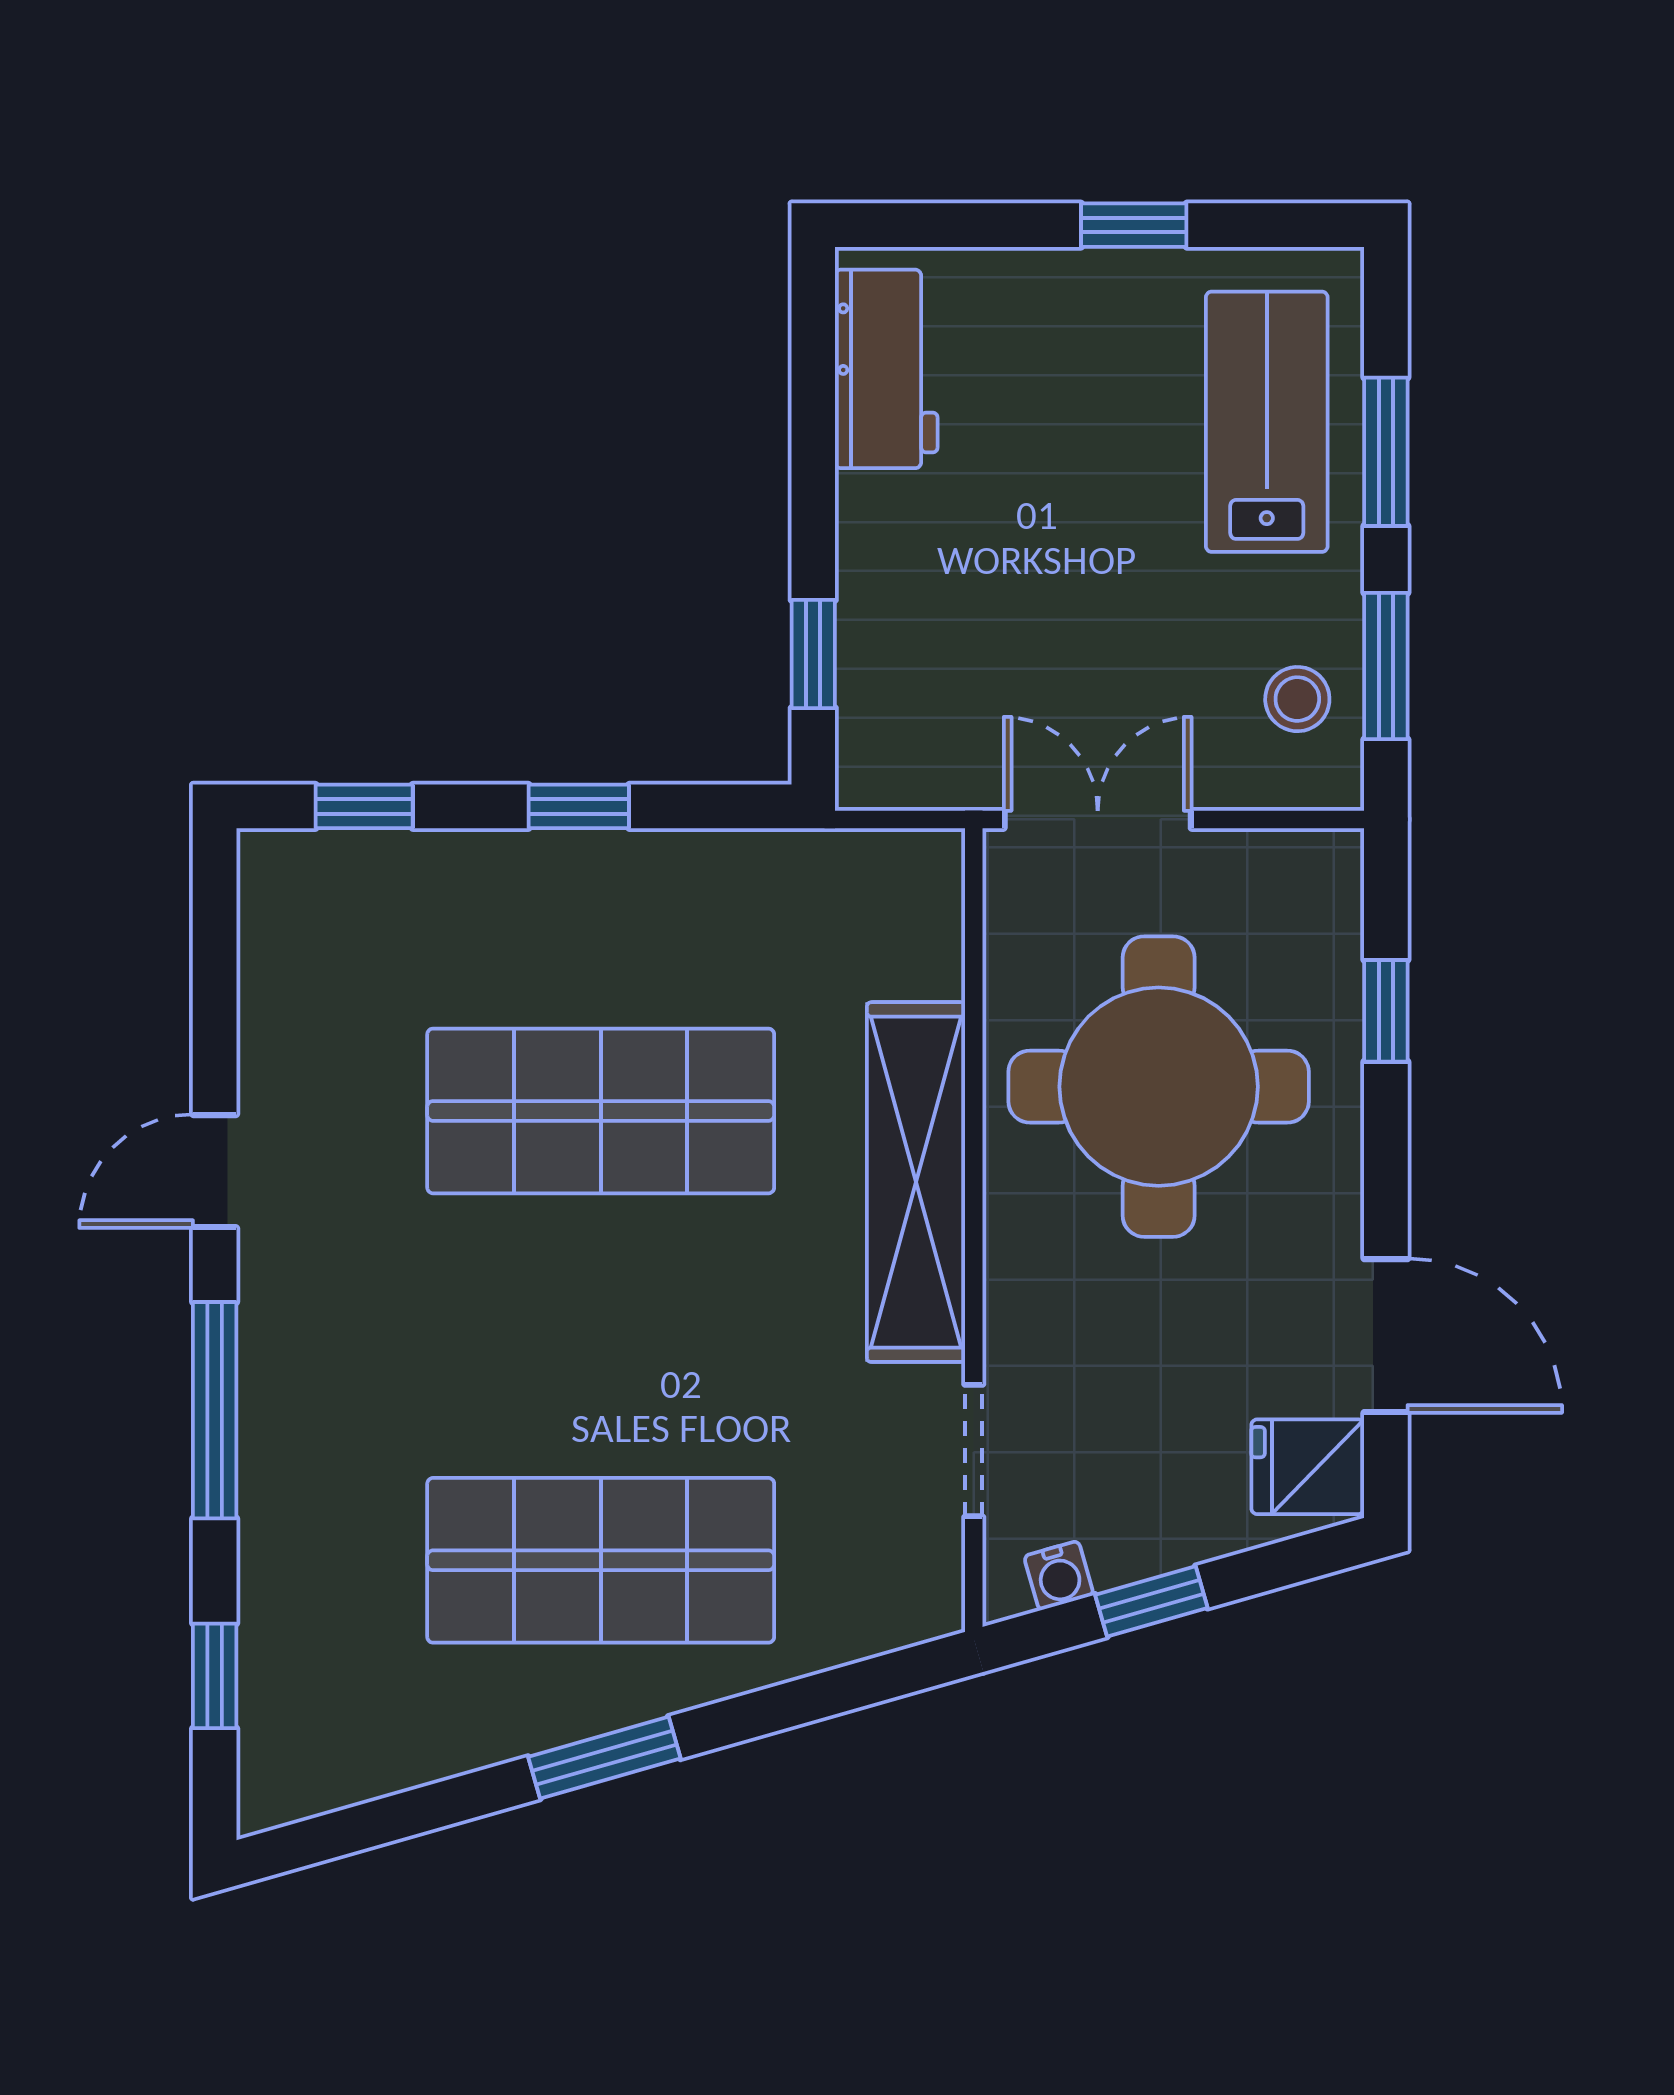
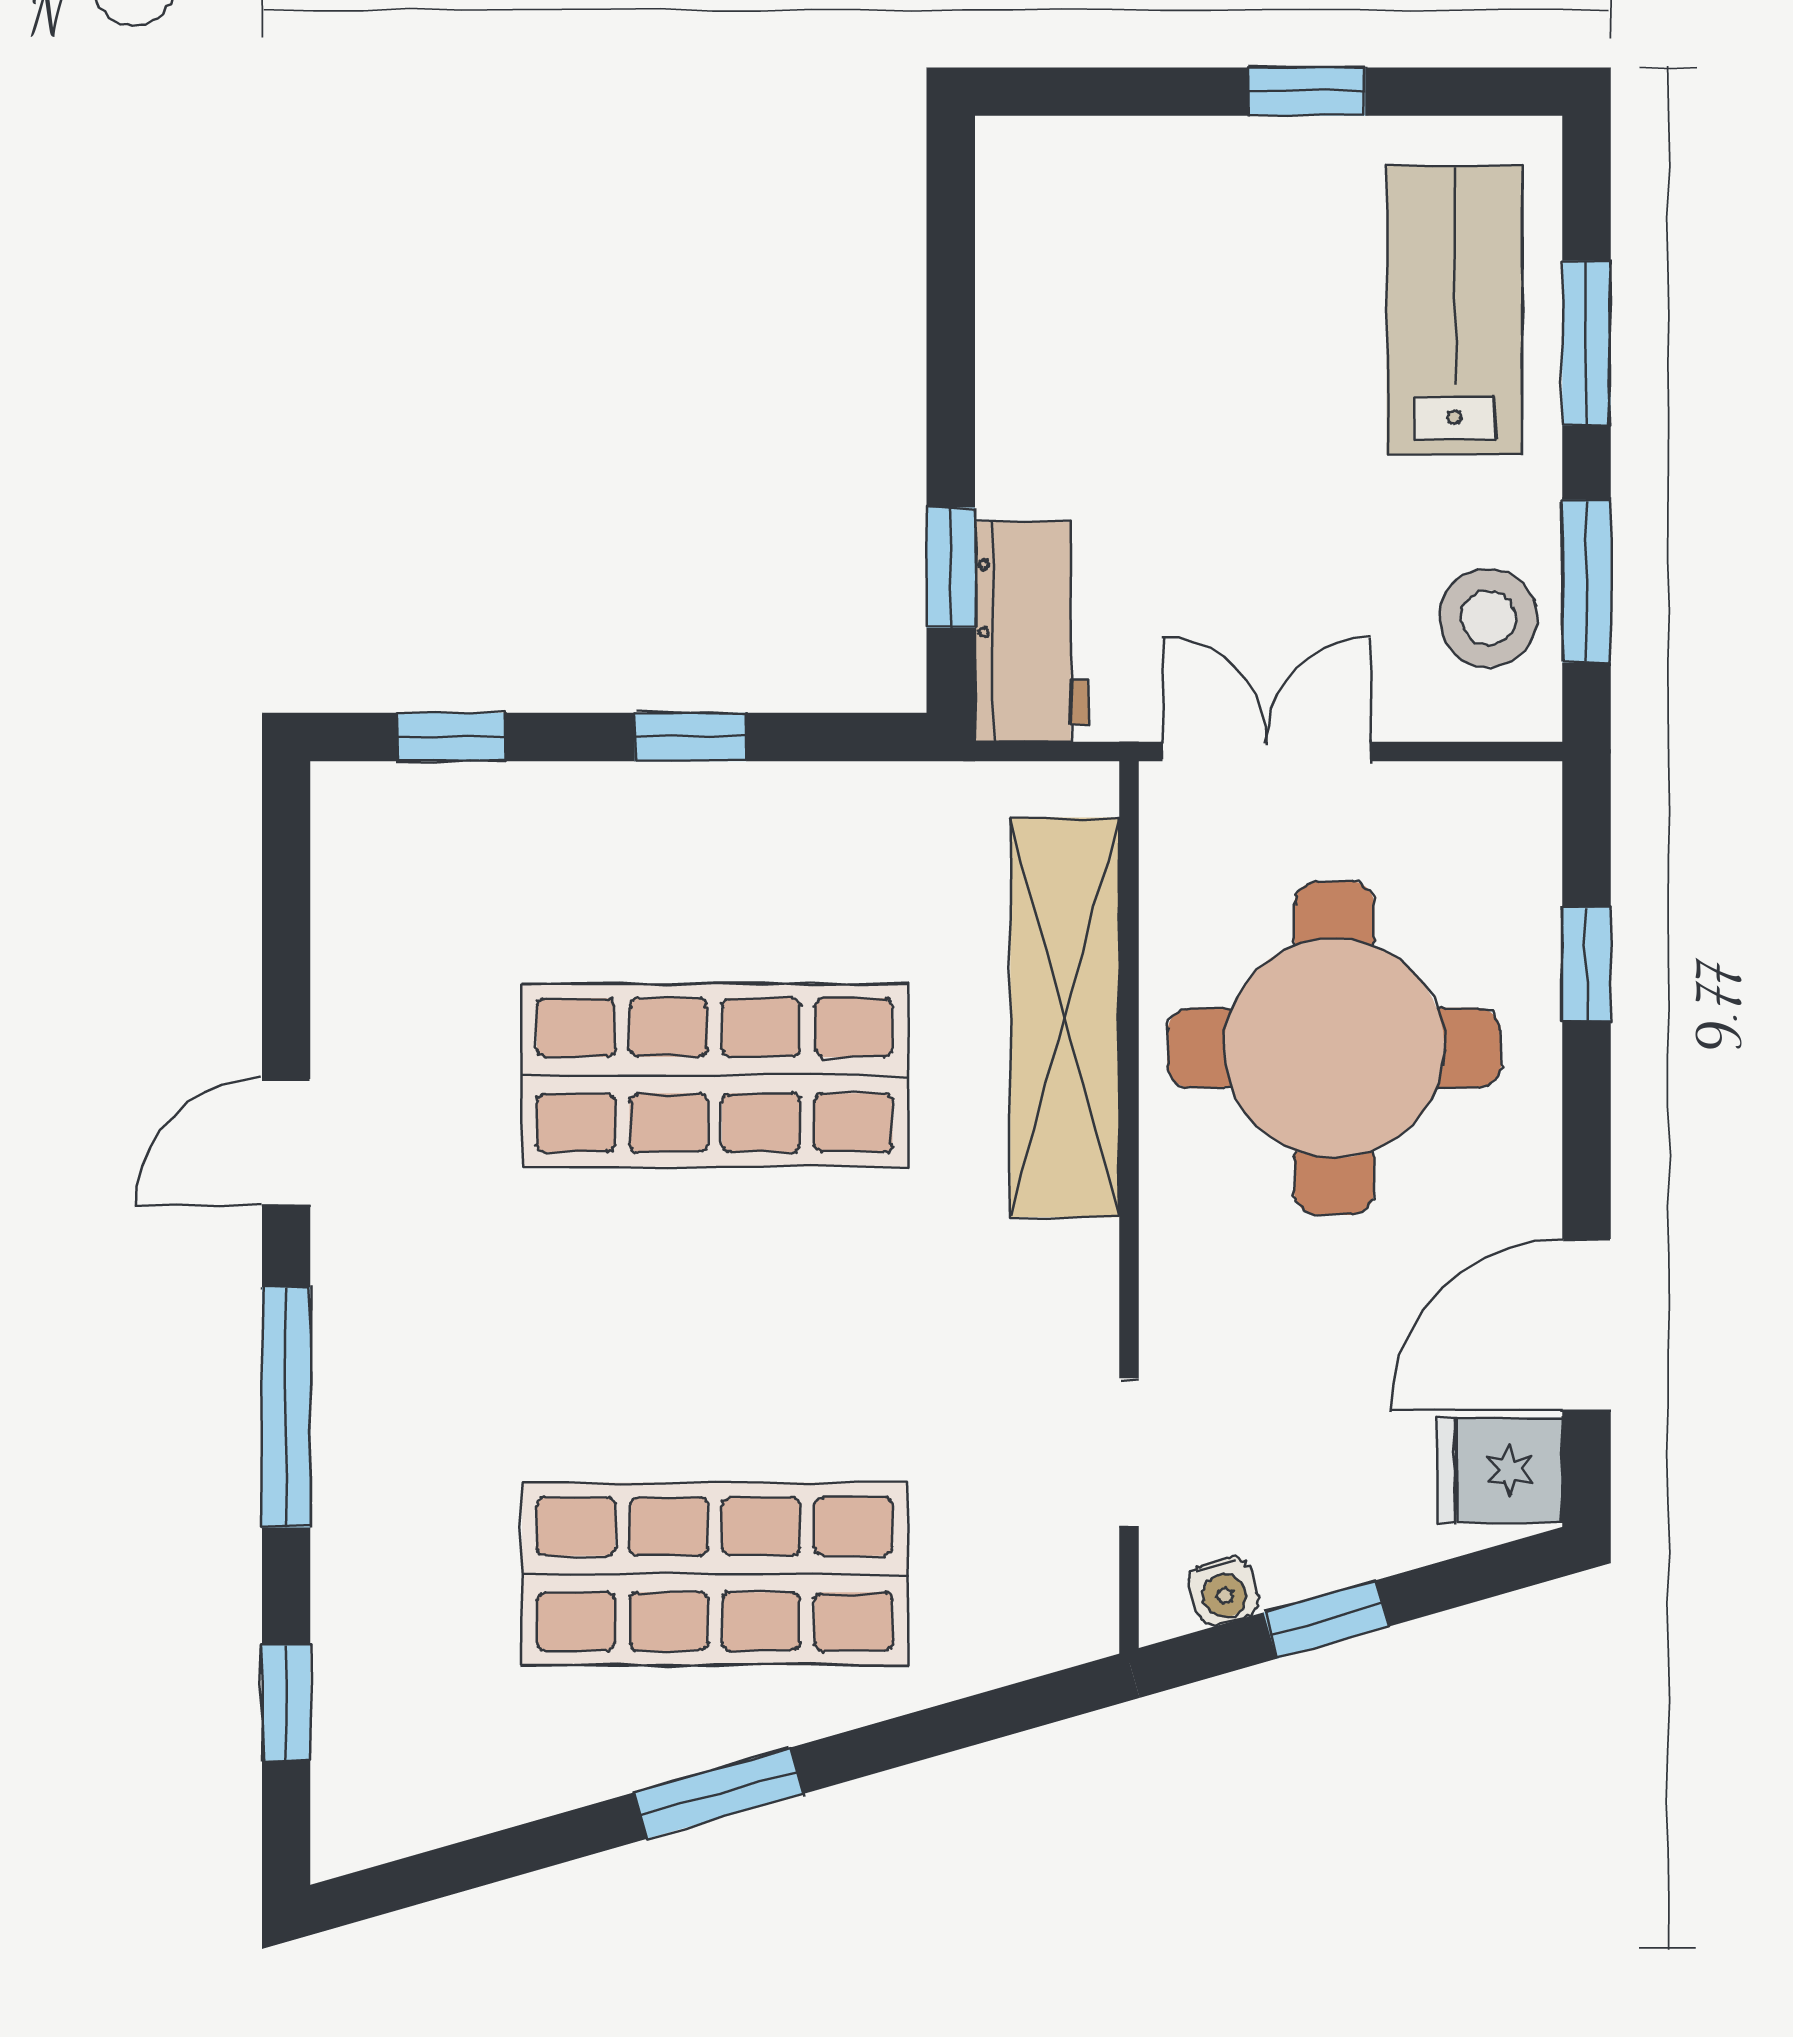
workbench: (886, 369) -> (1032, 632), moved
stool: (1297, 699) -> (1488, 618), width x1.37, depth x1.37
shelving: (916, 1182) -> (1065, 1017), moved
door: (1386, 1336) -> (1587, 1325), swing flipped

